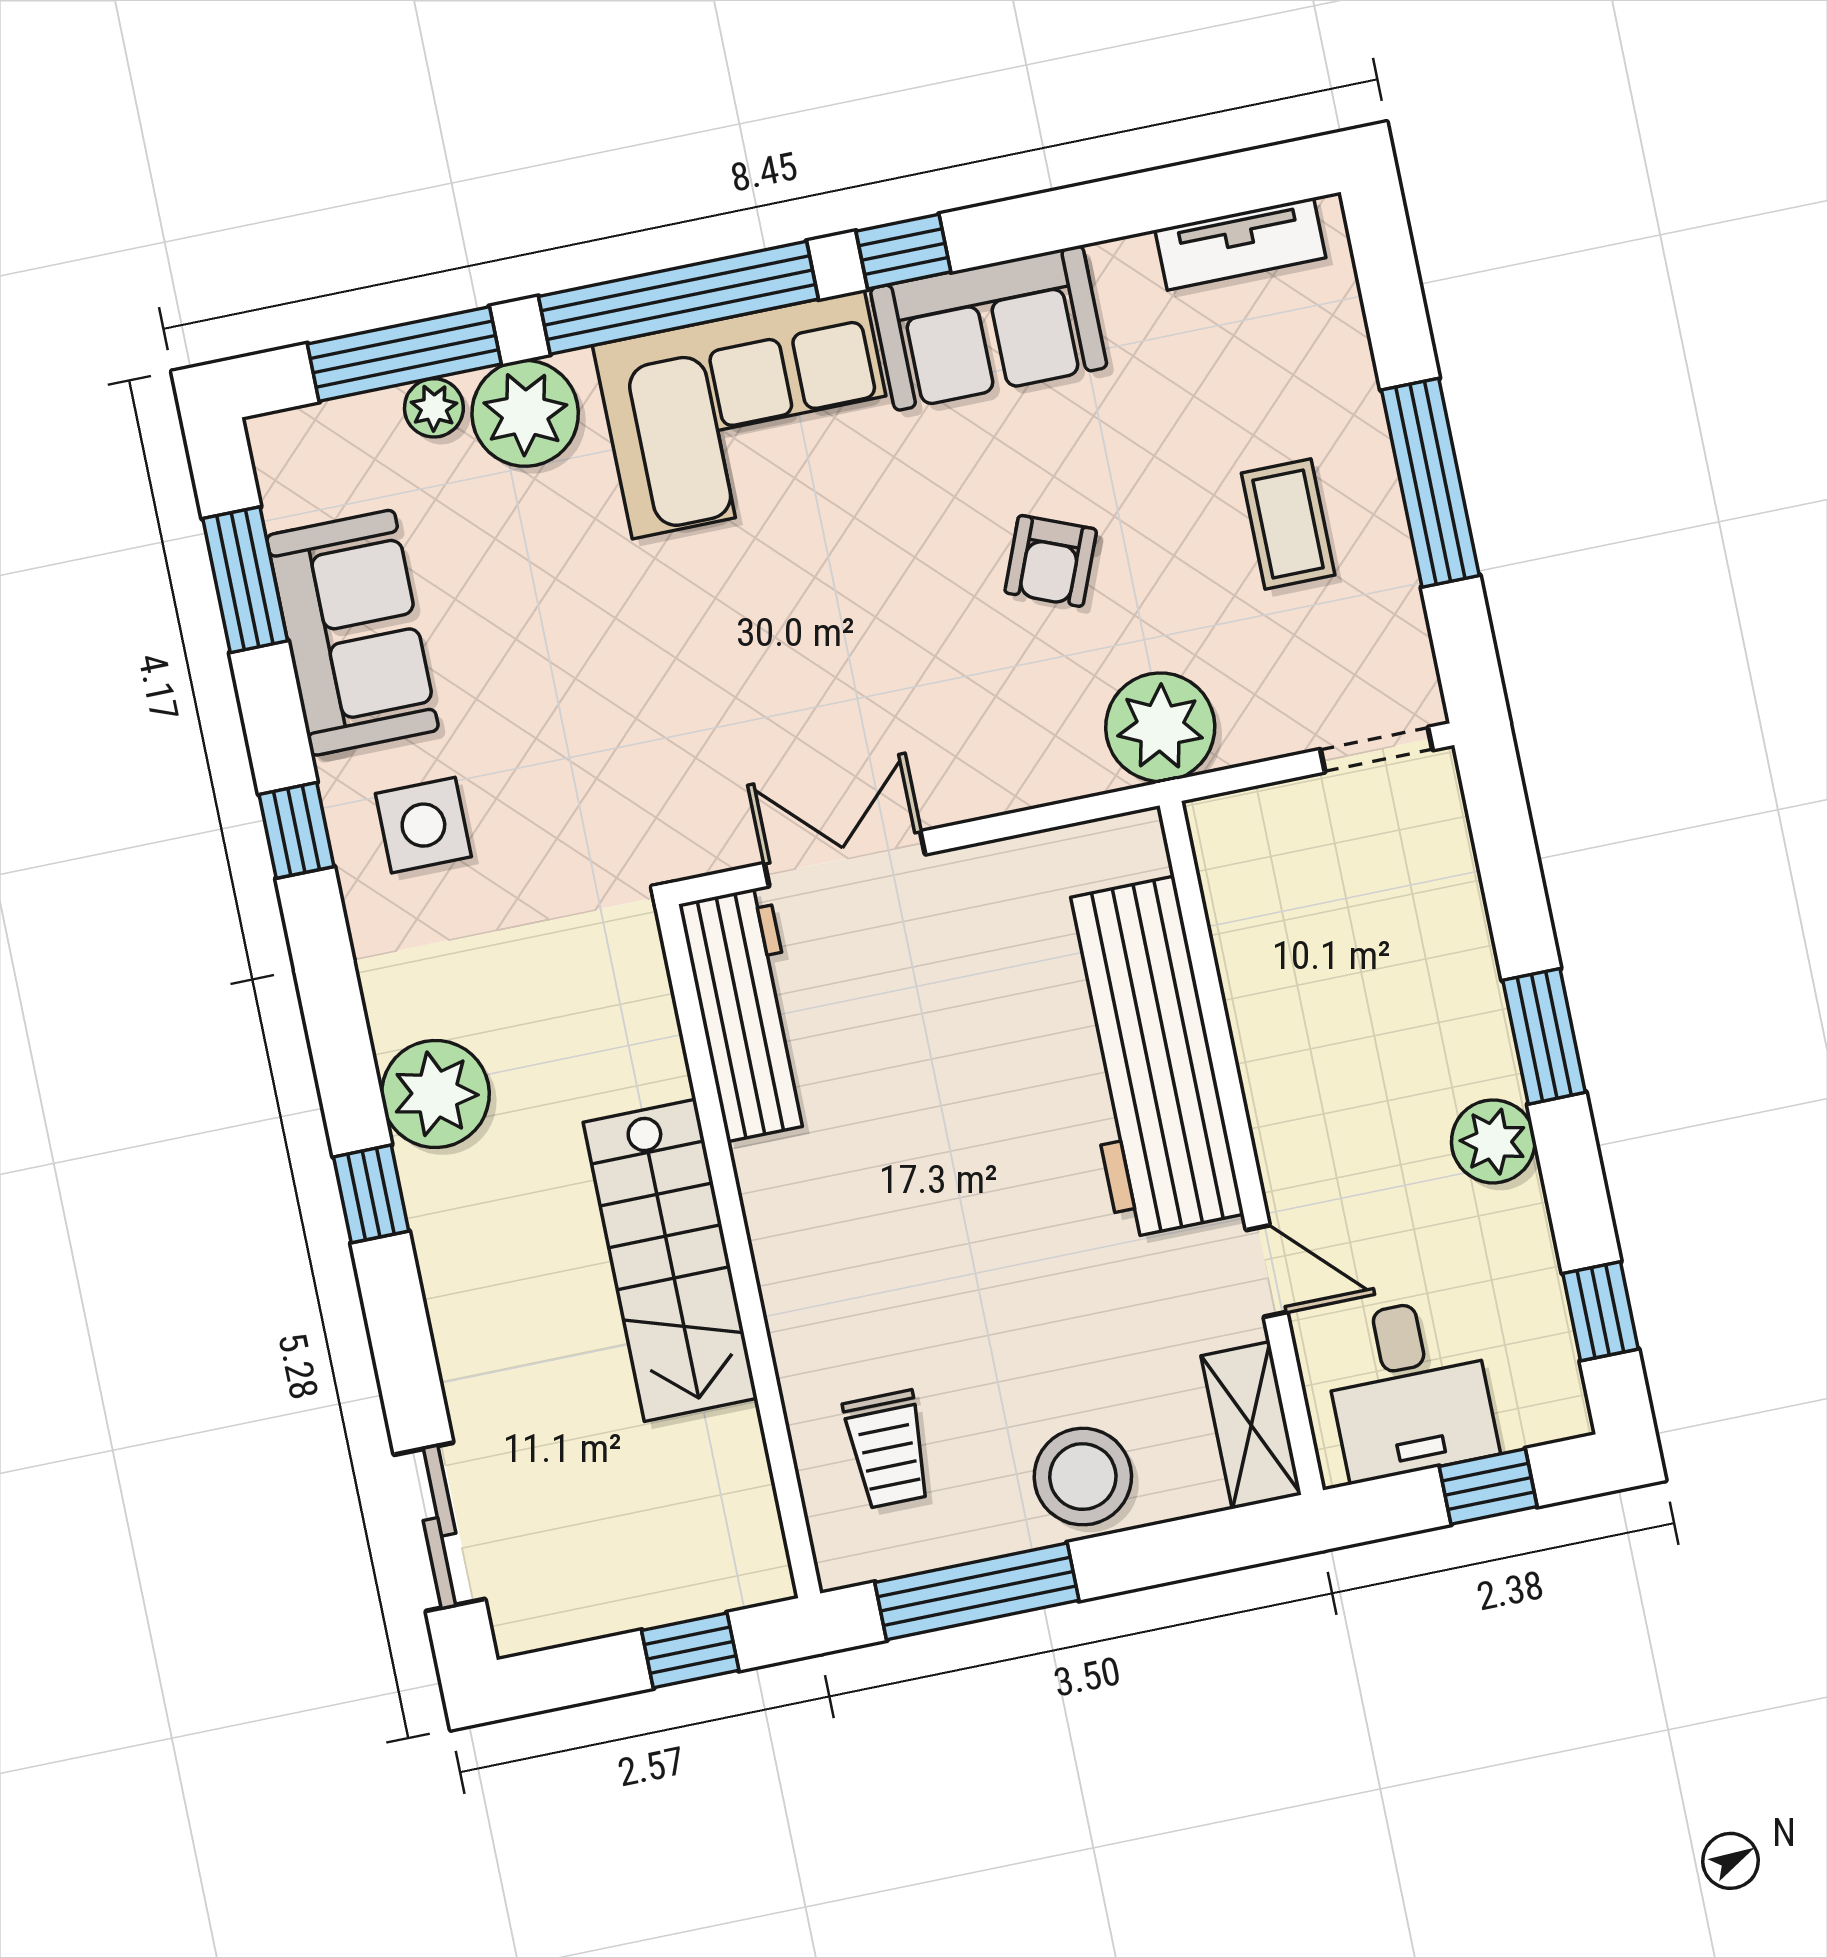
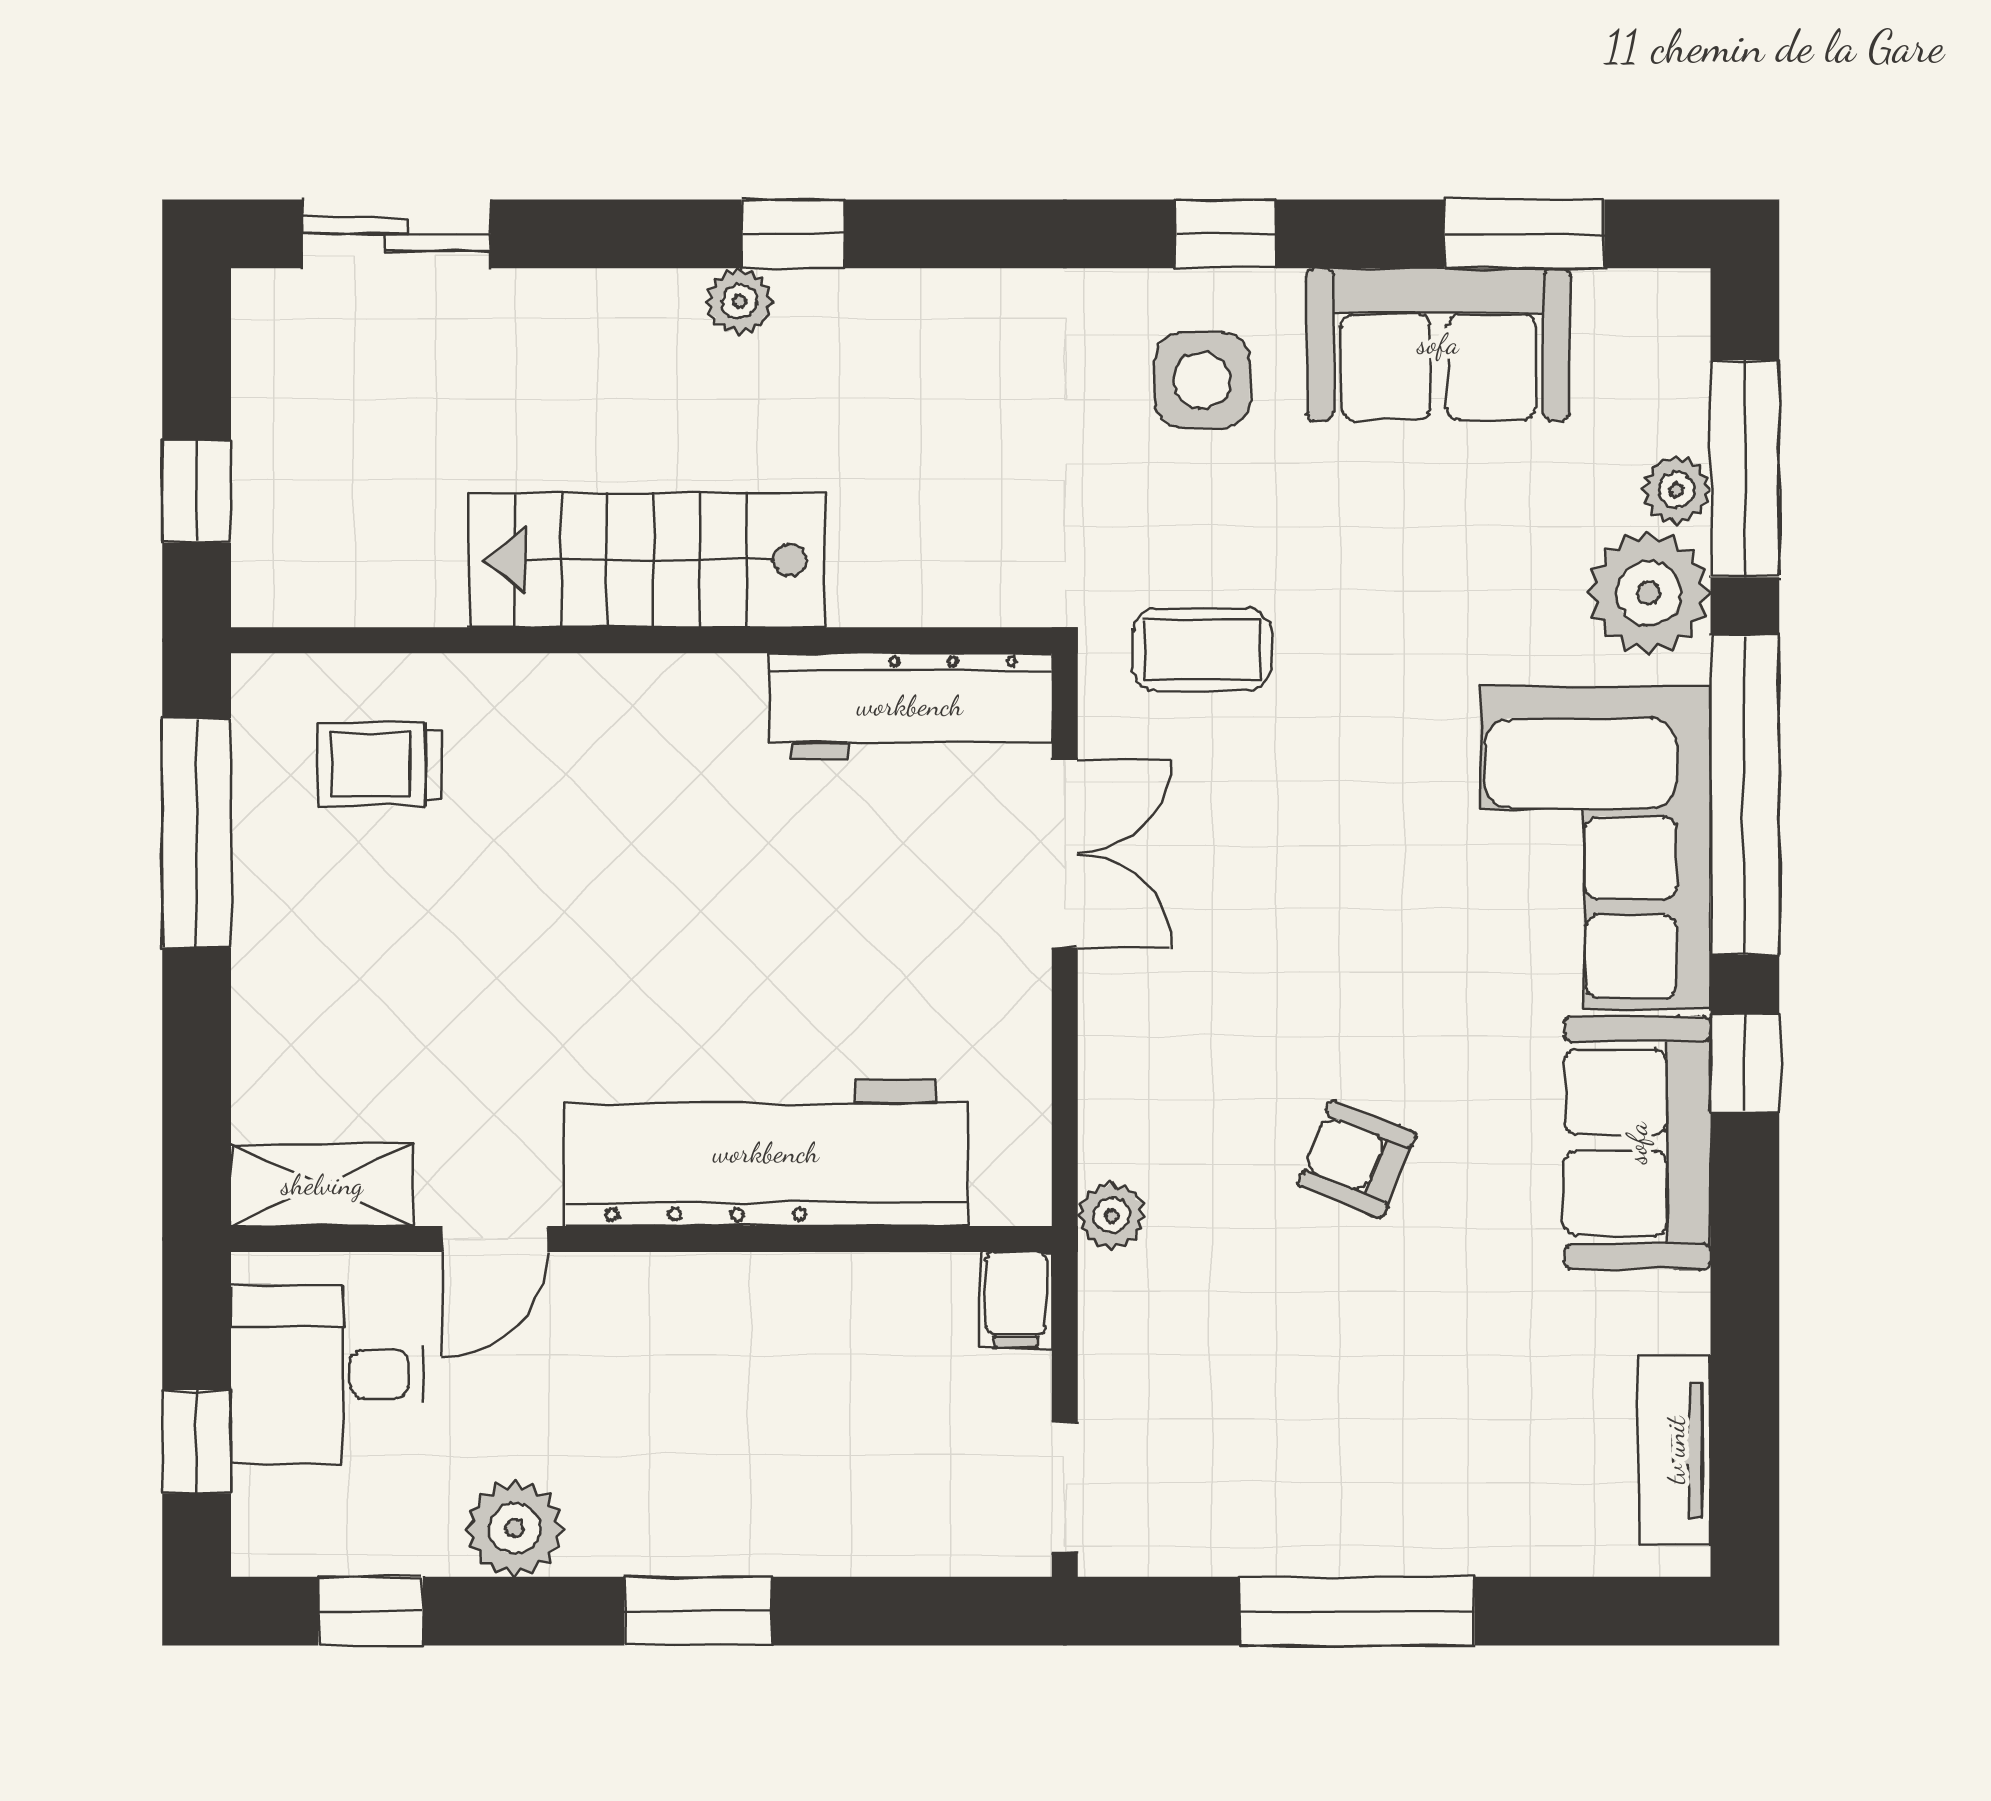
coffee table: (1288, 524) -> (1202, 650), moved
plant: (1160, 727) -> (1112, 1215), width x0.53, depth x0.53
filing cabinet: (1228, 823) -> (1016, 1300), added
plant: (435, 1094) -> (739, 302), moved, width x0.53, depth x0.53
plant: (1493, 1141) -> (515, 1528), moved
stool: (1083, 1477) -> (303, 981), removed

